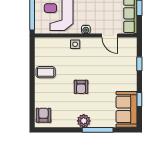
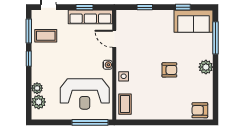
door: (110, 36) -> (114, 39), swing flipped
coffee table: (46, 72) -> (125, 104), moved
window: (98, 130) -> (216, 38), moved

